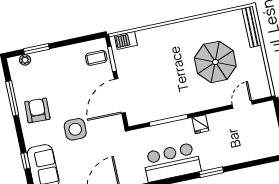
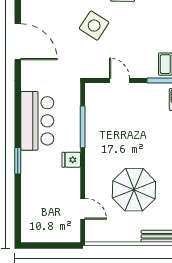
door: (120, 96) -> (120, 81), width x0.53
side table: (75, 129) -> (94, 26), turned 33

